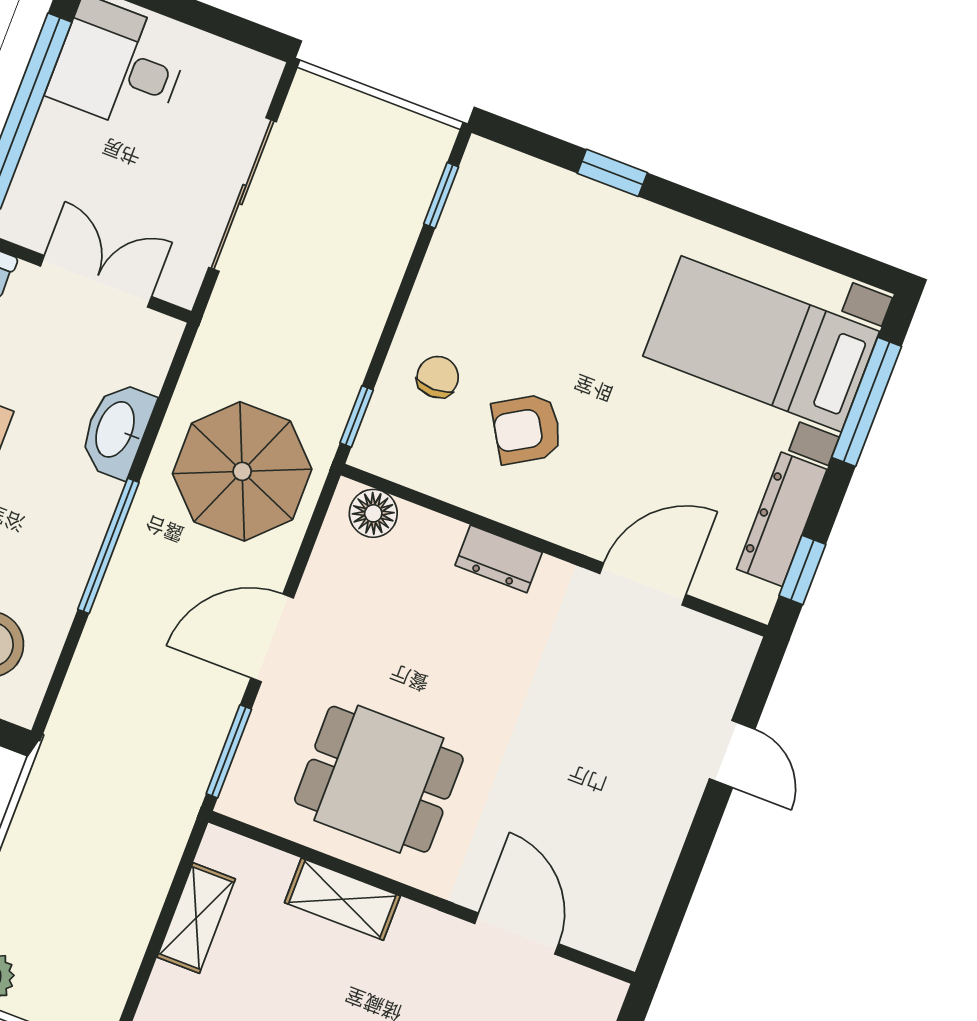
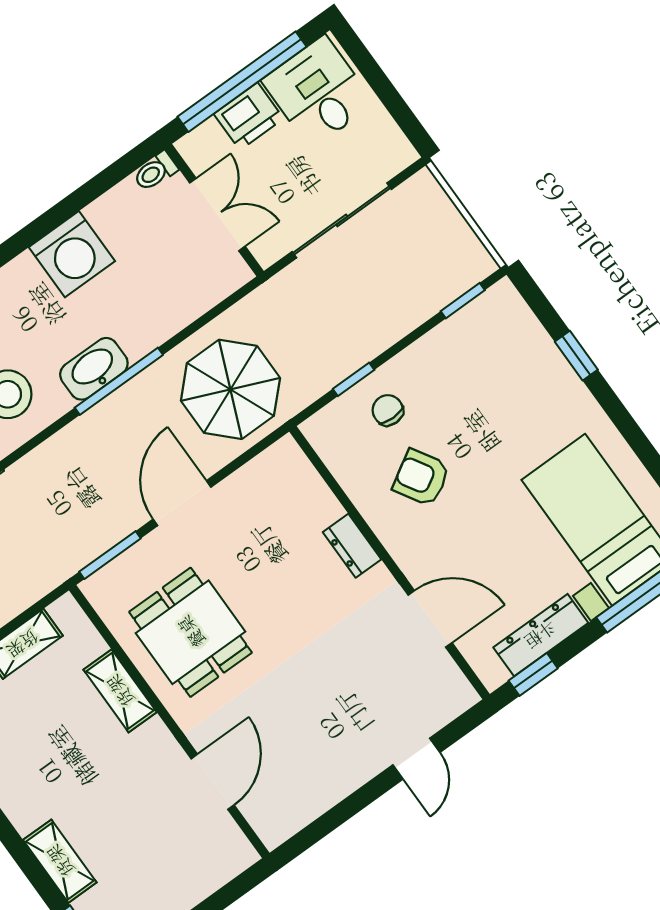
printer: (58, 145) -> (249, 116), added
chair: (438, 377) -> (388, 410), turned -90
window: (357, 416) -> (354, 379), moved
washbasin: (117, 430) -> (94, 369), moved
floor lamp: (373, 513) -> (294, 468), removed
door: (272, 638) -> (182, 503), hinge flipped

